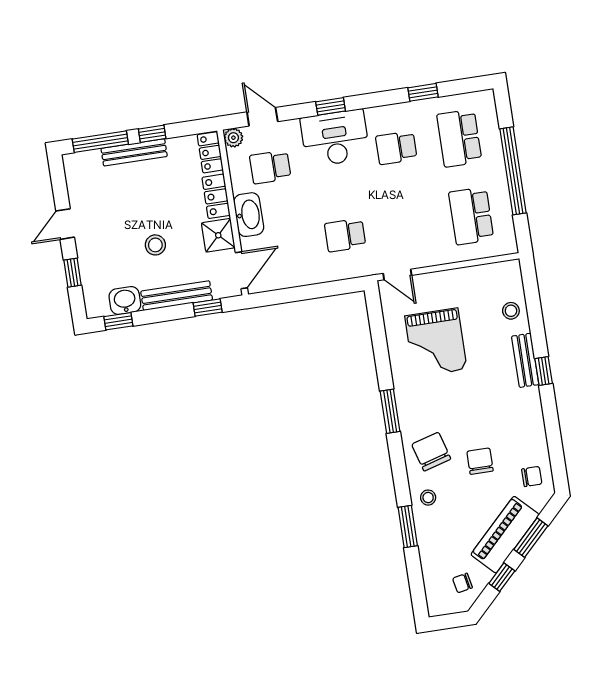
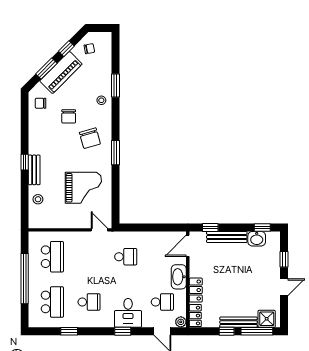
desk: (335, 138) -> (128, 313), width x0.73
shower: (218, 235) -> (267, 319), moved
stool: (155, 245) -> (234, 268), removed
grand piano: (436, 343) -> (83, 188), turned 90
chair: (431, 452) -> (90, 138), moved

